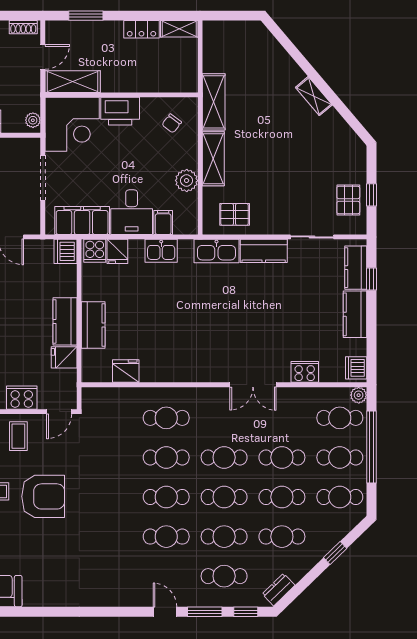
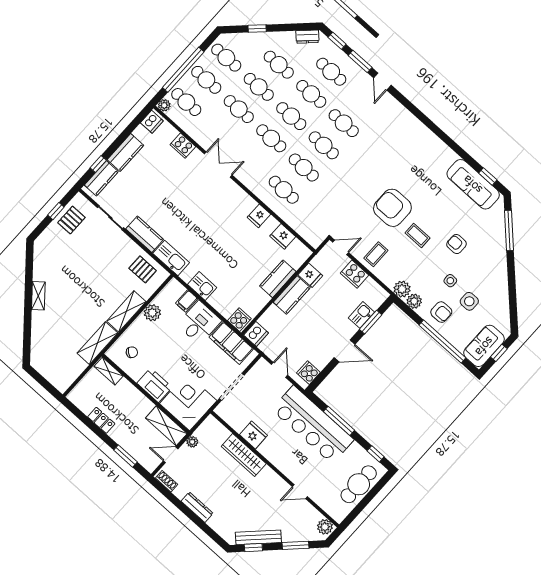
shelving: (179, 29) -> (109, 371), moved
plant: (33, 120) -> (192, 442), moved
fridge: (117, 251) -> (259, 216), moved, turned 180

